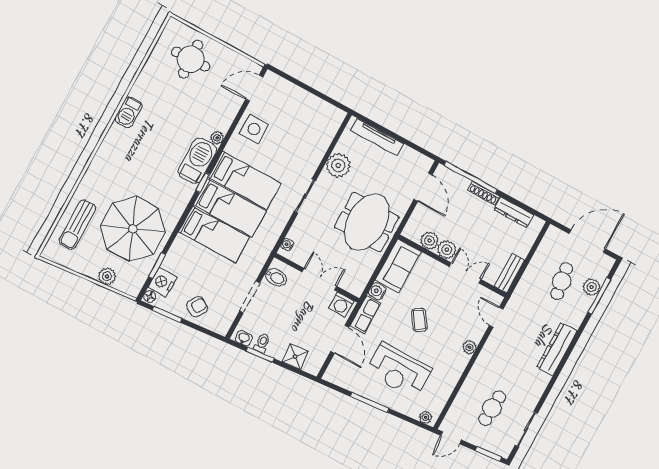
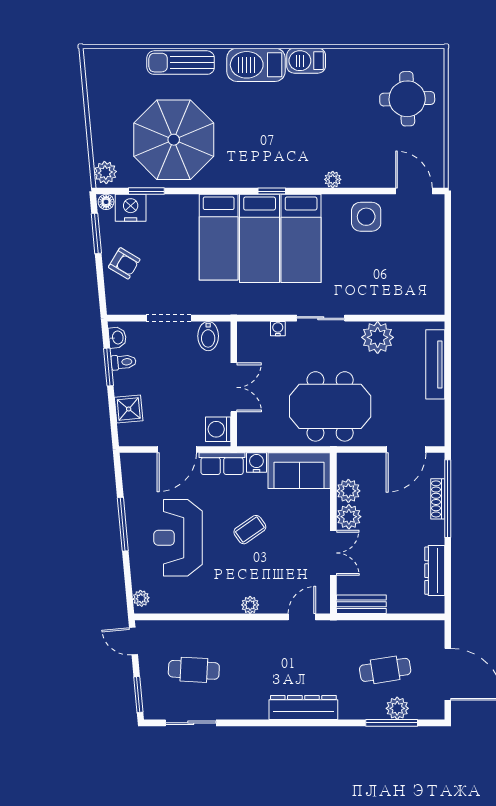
barbecue: (197, 161) -> (256, 65), moved, turned 180
shoe rack: (484, 193) -> (438, 499), moved
sun lounger: (77, 225) -> (181, 63), moved
water cooler: (287, 245) -> (278, 329), moved
plant: (107, 276) -> (105, 173), moved

